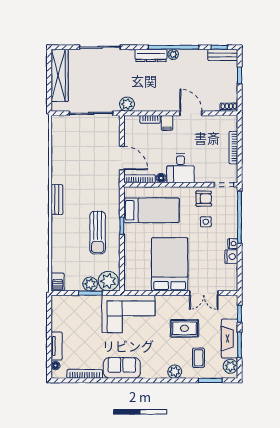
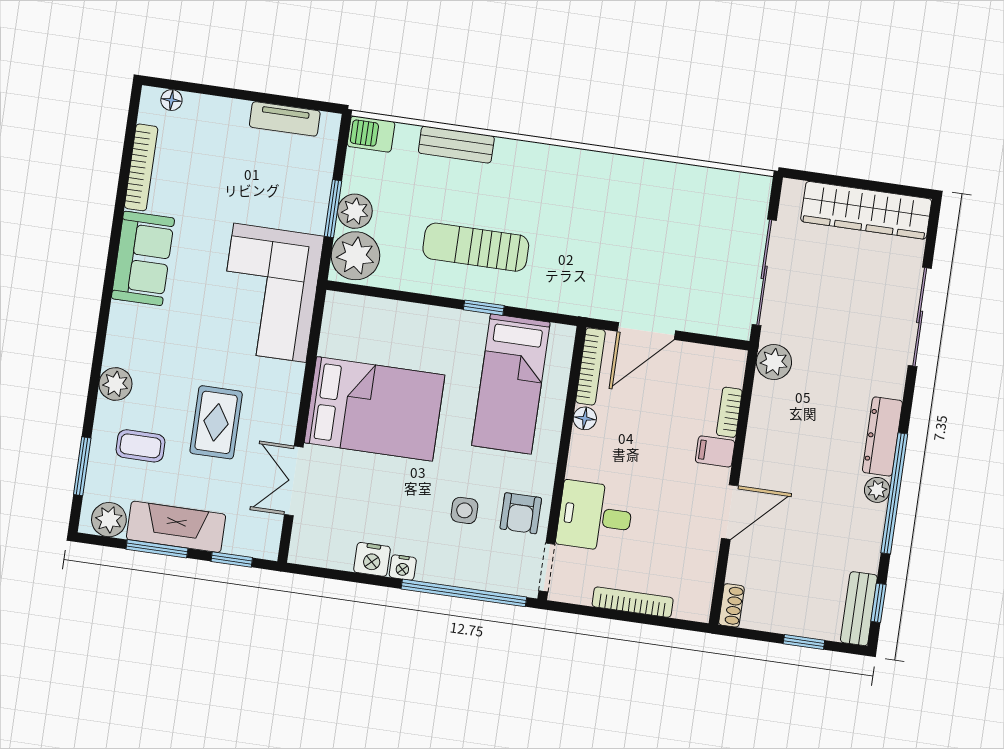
desk: (180, 168) -> (595, 516), moved
bench: (57, 200) -> (456, 145), moved
tv unit: (57, 346) -> (285, 119), moved

